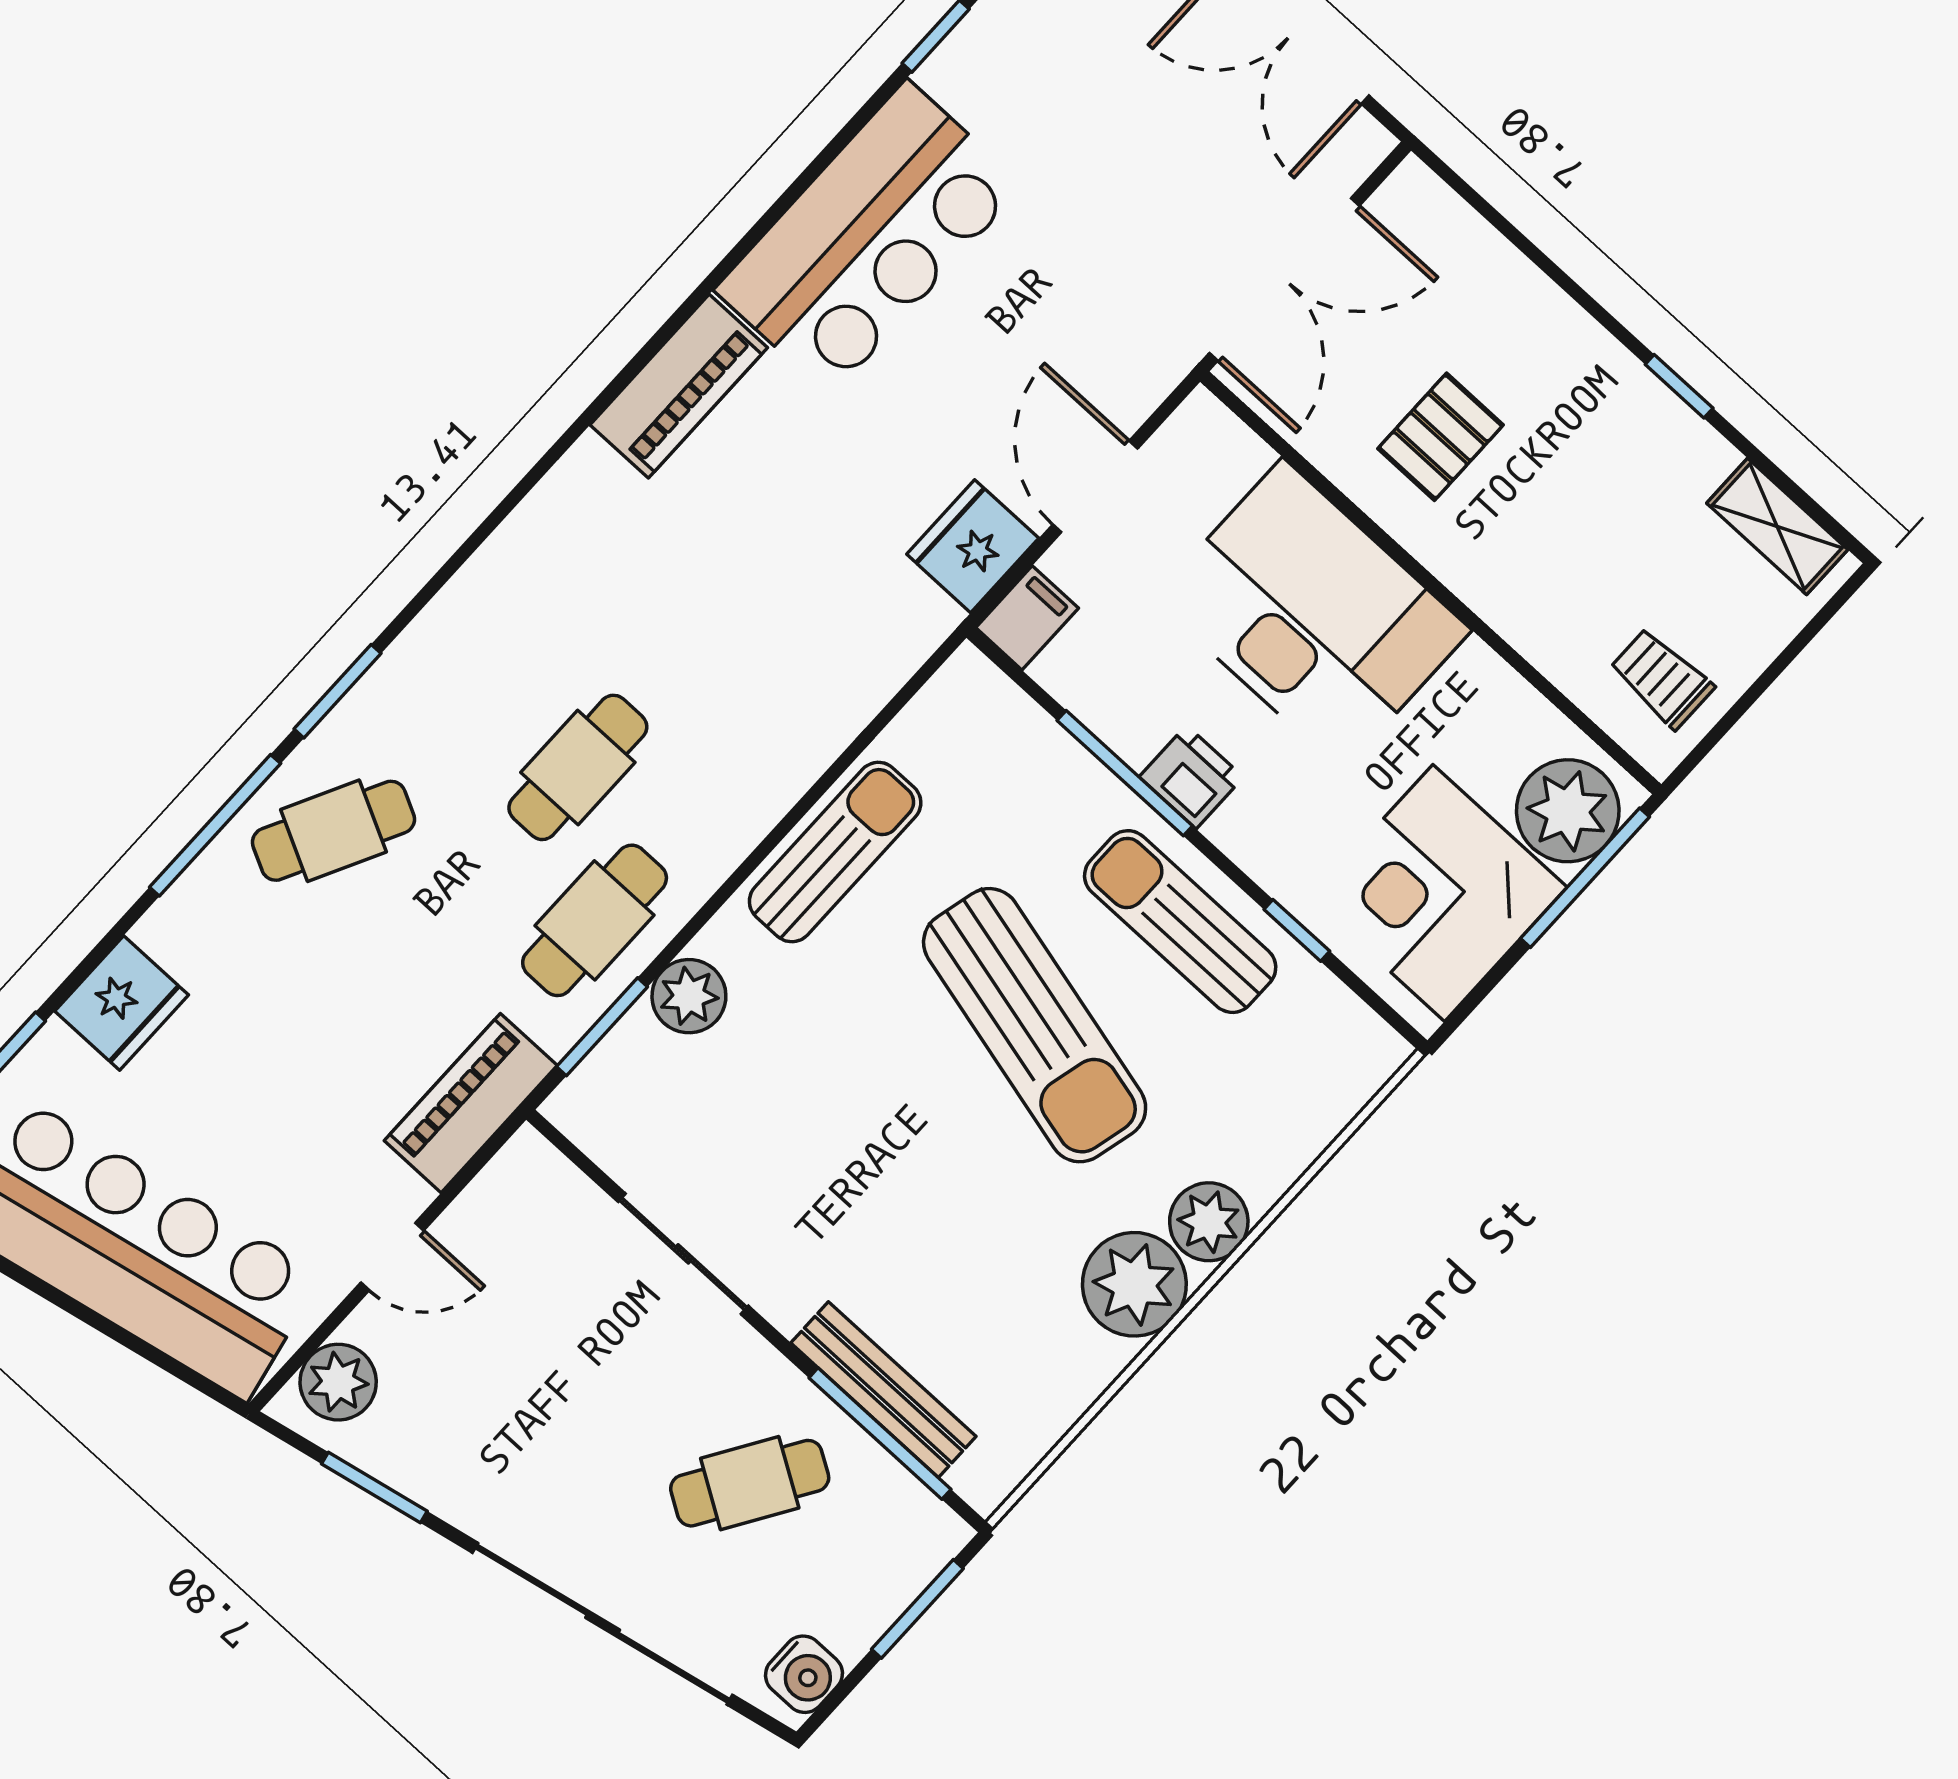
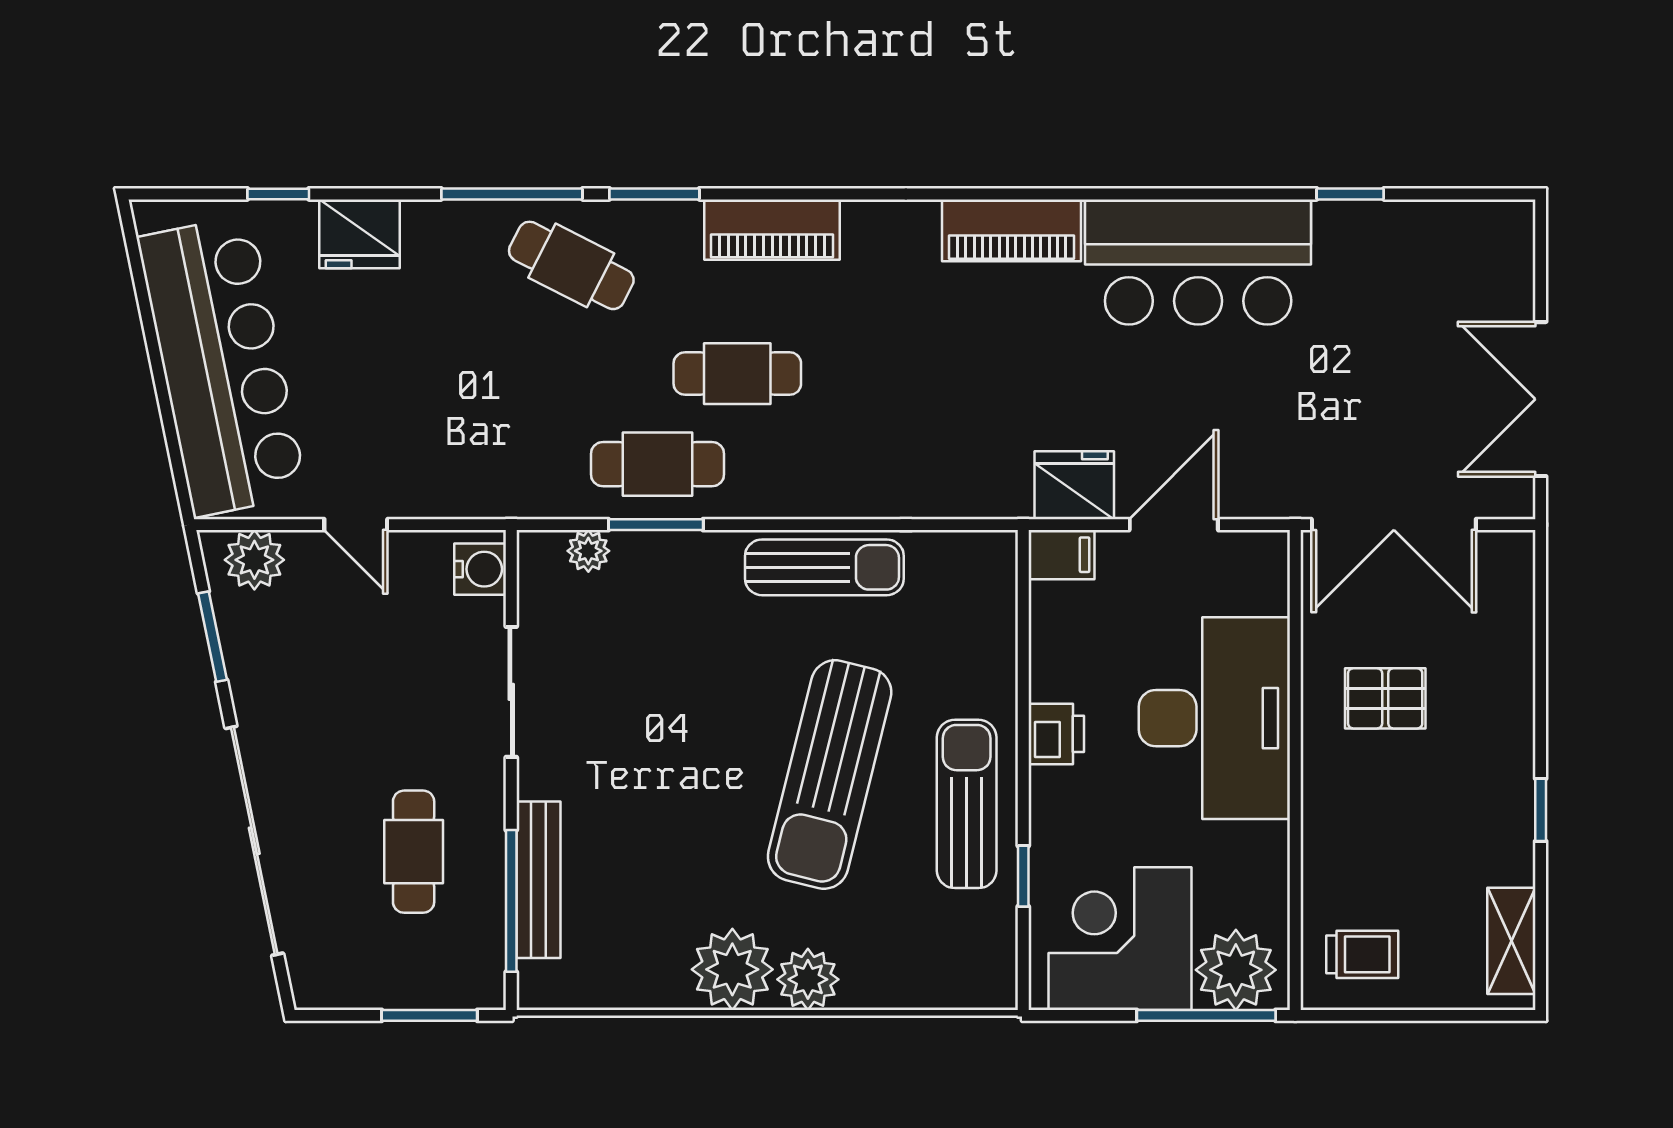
trolley: (1662, 678) -> (1362, 954), turned 90
window: (1125, 773) -> (1023, 693), removed
plant: (689, 996) -> (588, 551), moved, width x0.73, depth x0.73
window: (602, 1027) -> (656, 525), moved
piano: (471, 1103) -> (772, 230), moved, turned 180
cafe table: (750, 1483) -> (414, 852), turned 58
water cooler: (804, 1674) -> (480, 569), moved, turned -90

